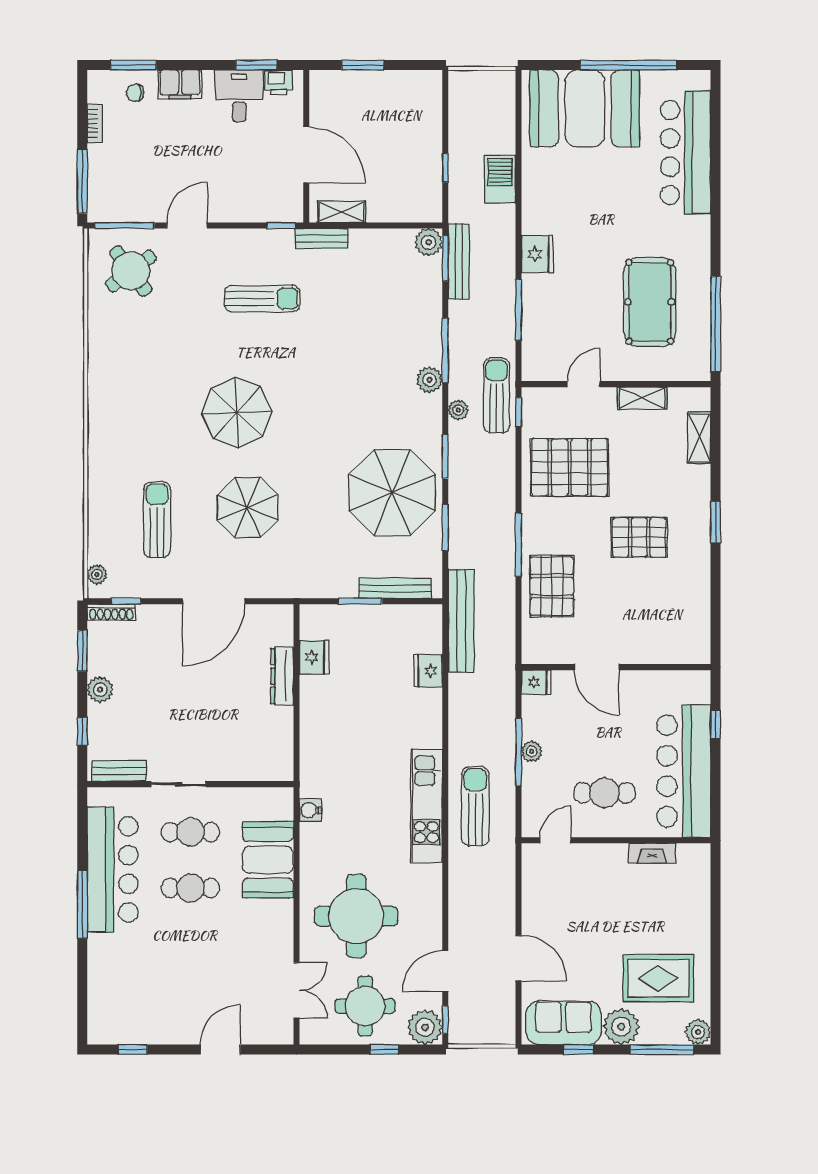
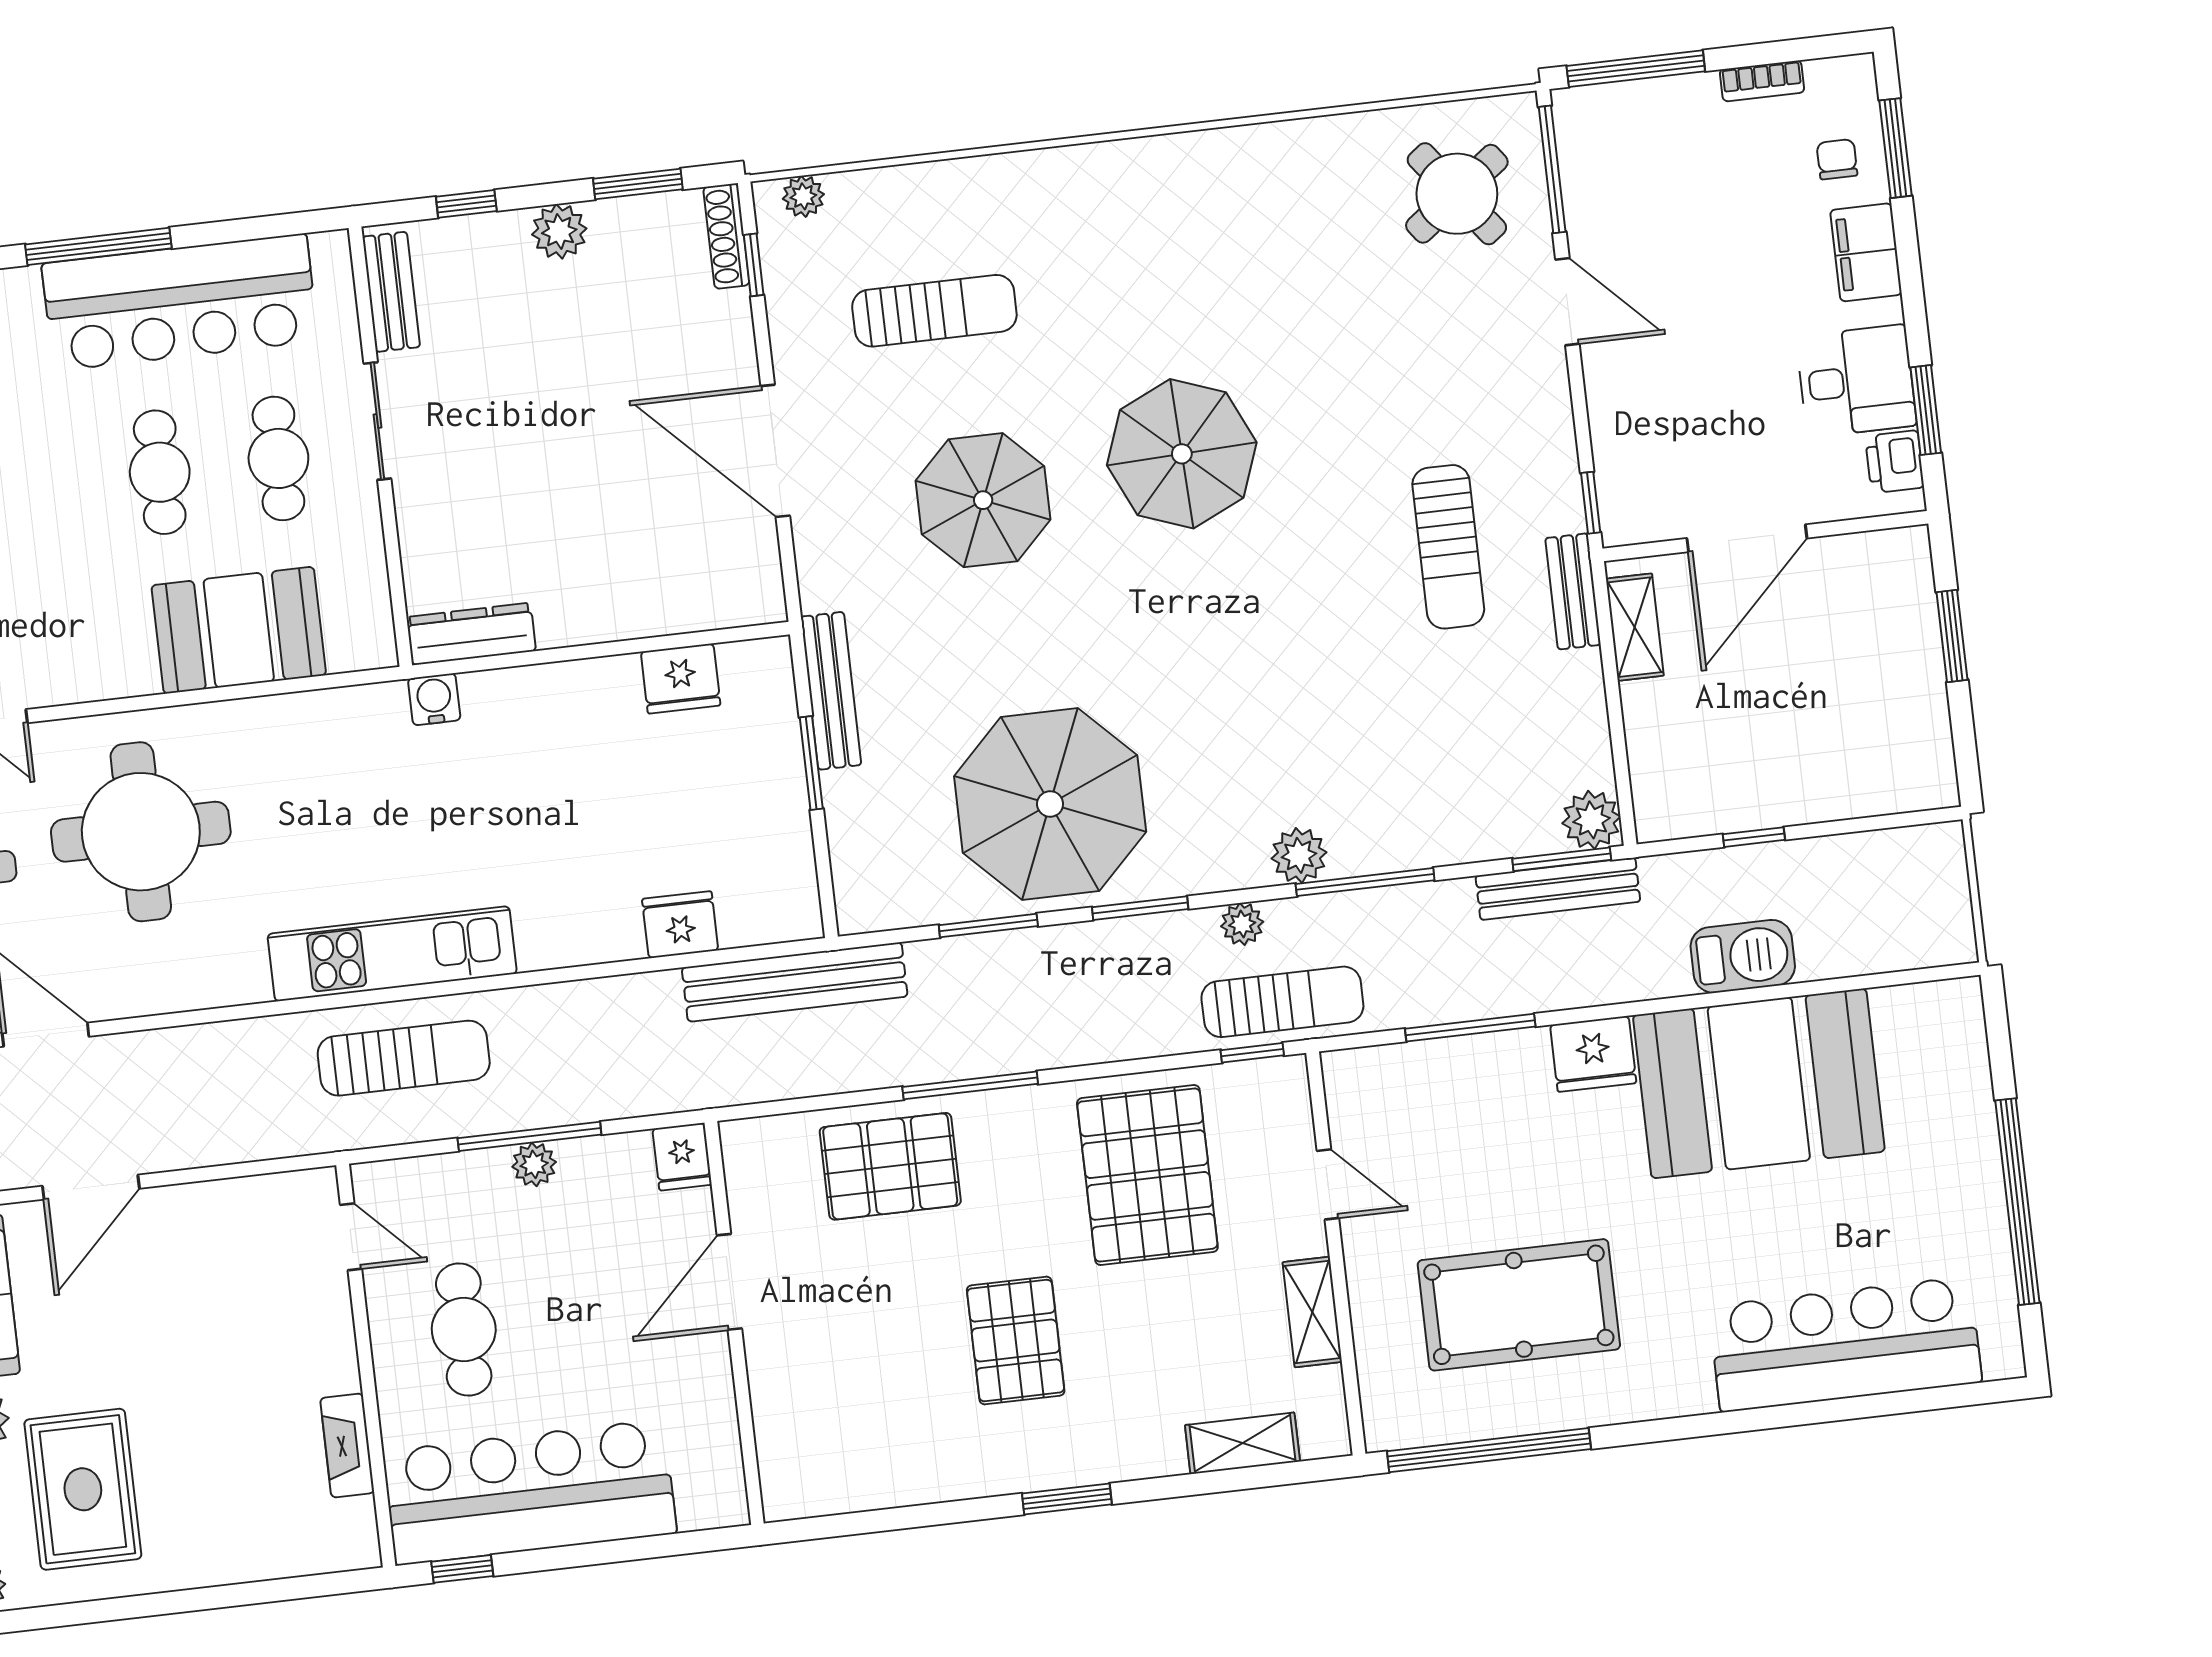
booth: (585, 108) -> (1759, 1083), moved, turned 90
sun lounger: (262, 299) -> (1448, 547), moved
bench: (395, 588) -> (831, 691), moved
dresser: (282, 676) -> (471, 634), moved
window: (716, 725) -> (462, 1569), moved
water cooler: (311, 810) -> (434, 699), moved

